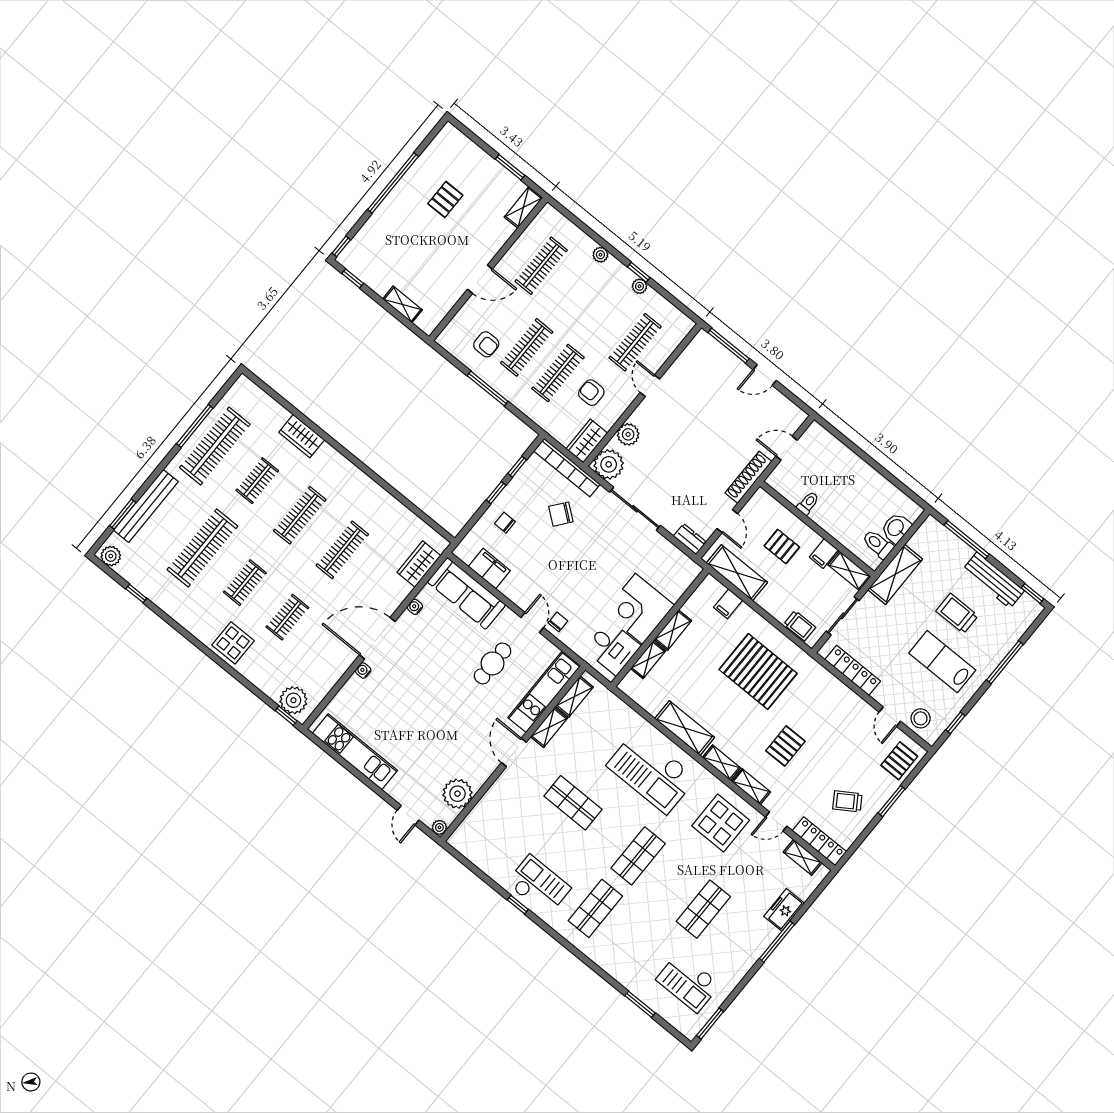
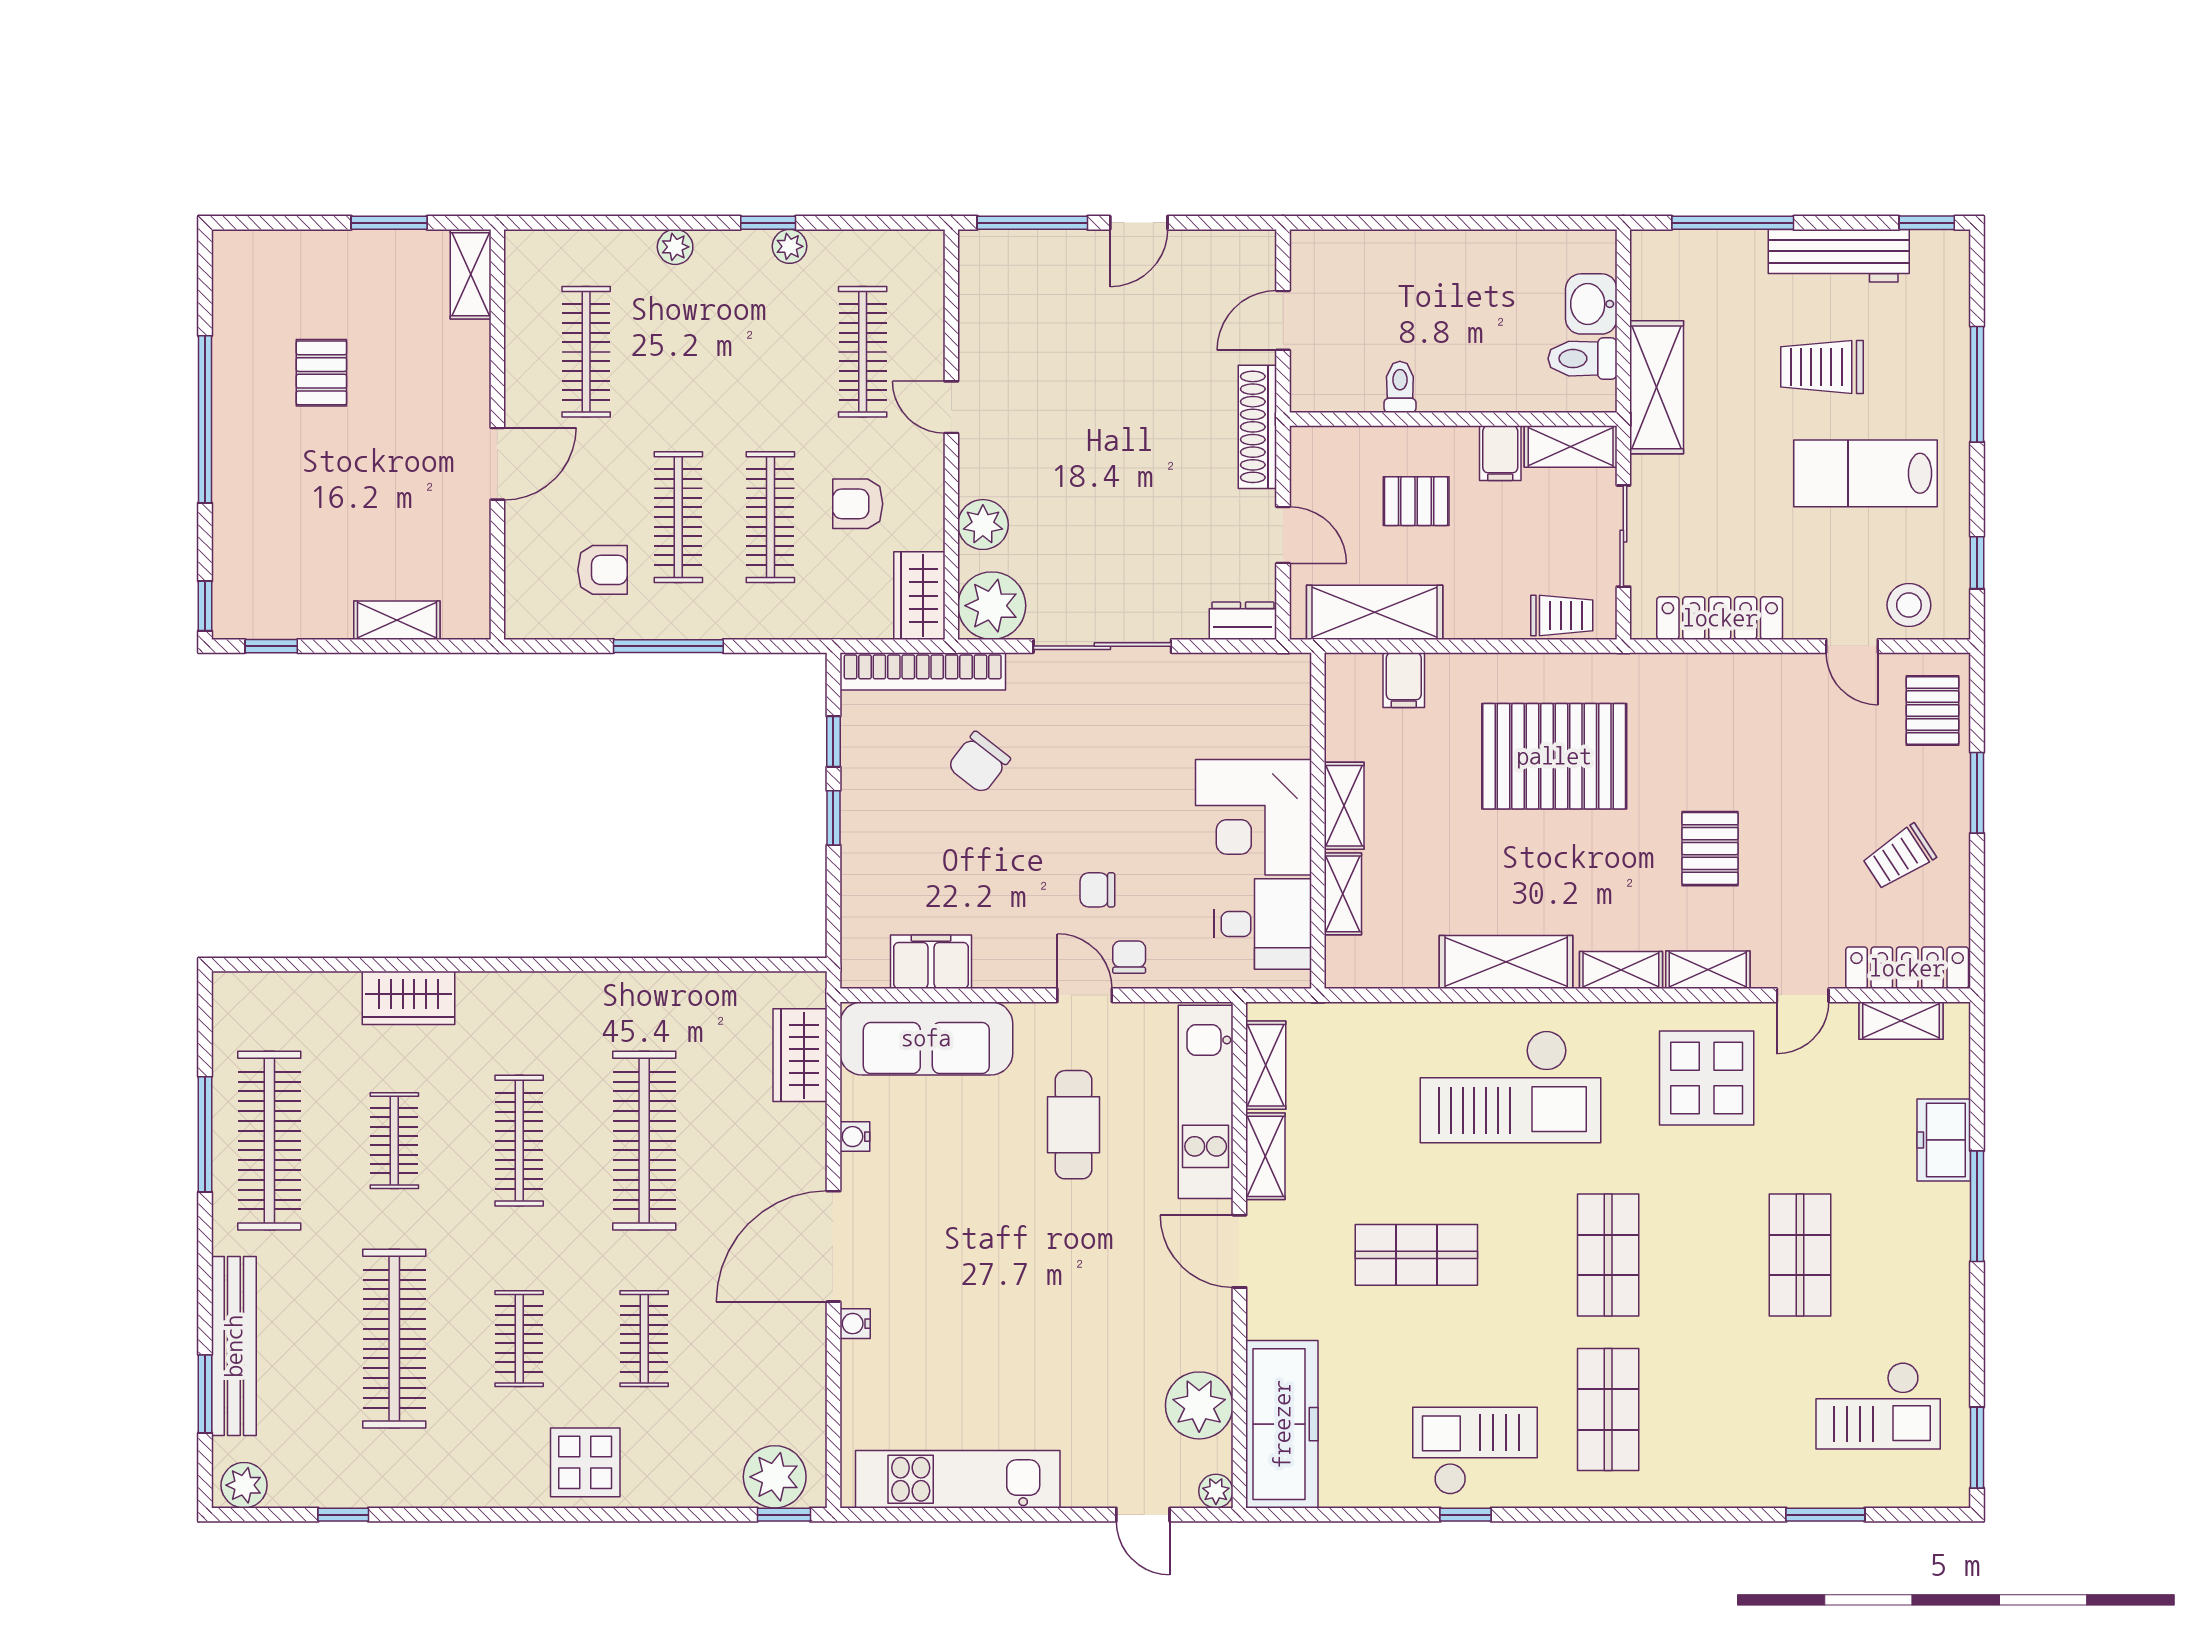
chair: (505, 523) -> (1097, 890), moved
clothes rail: (342, 550) -> (644, 1141), width x1.37, depth x1.31
freezer: (480, 823) -> (1282, 1424), added

